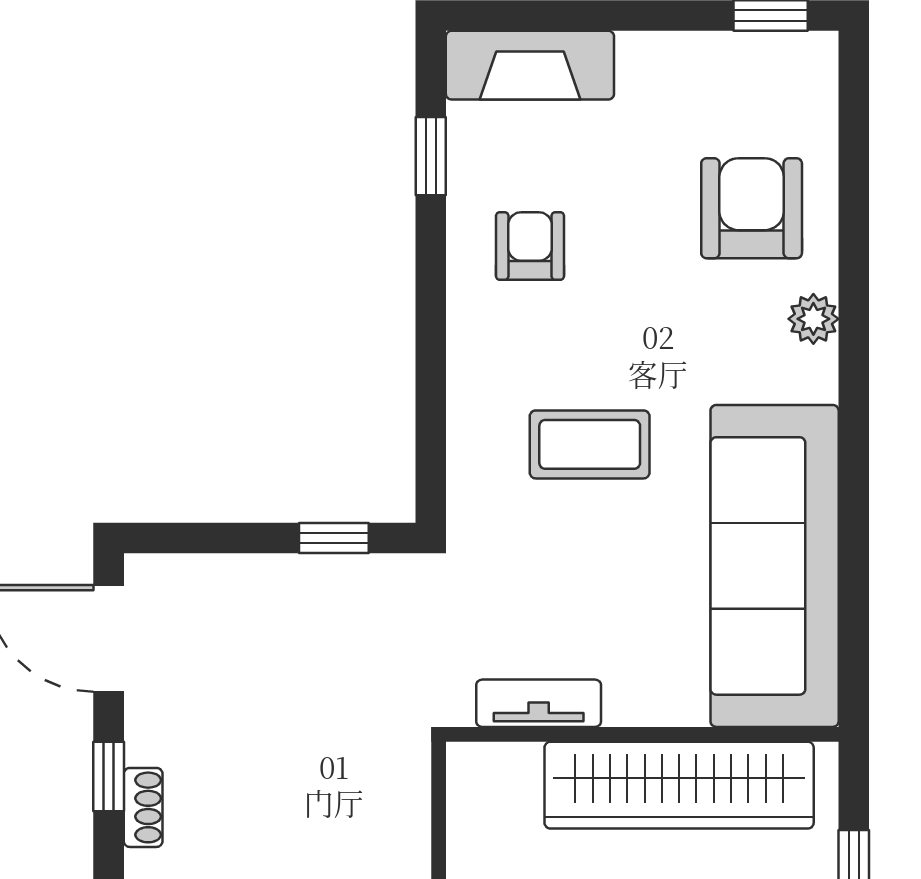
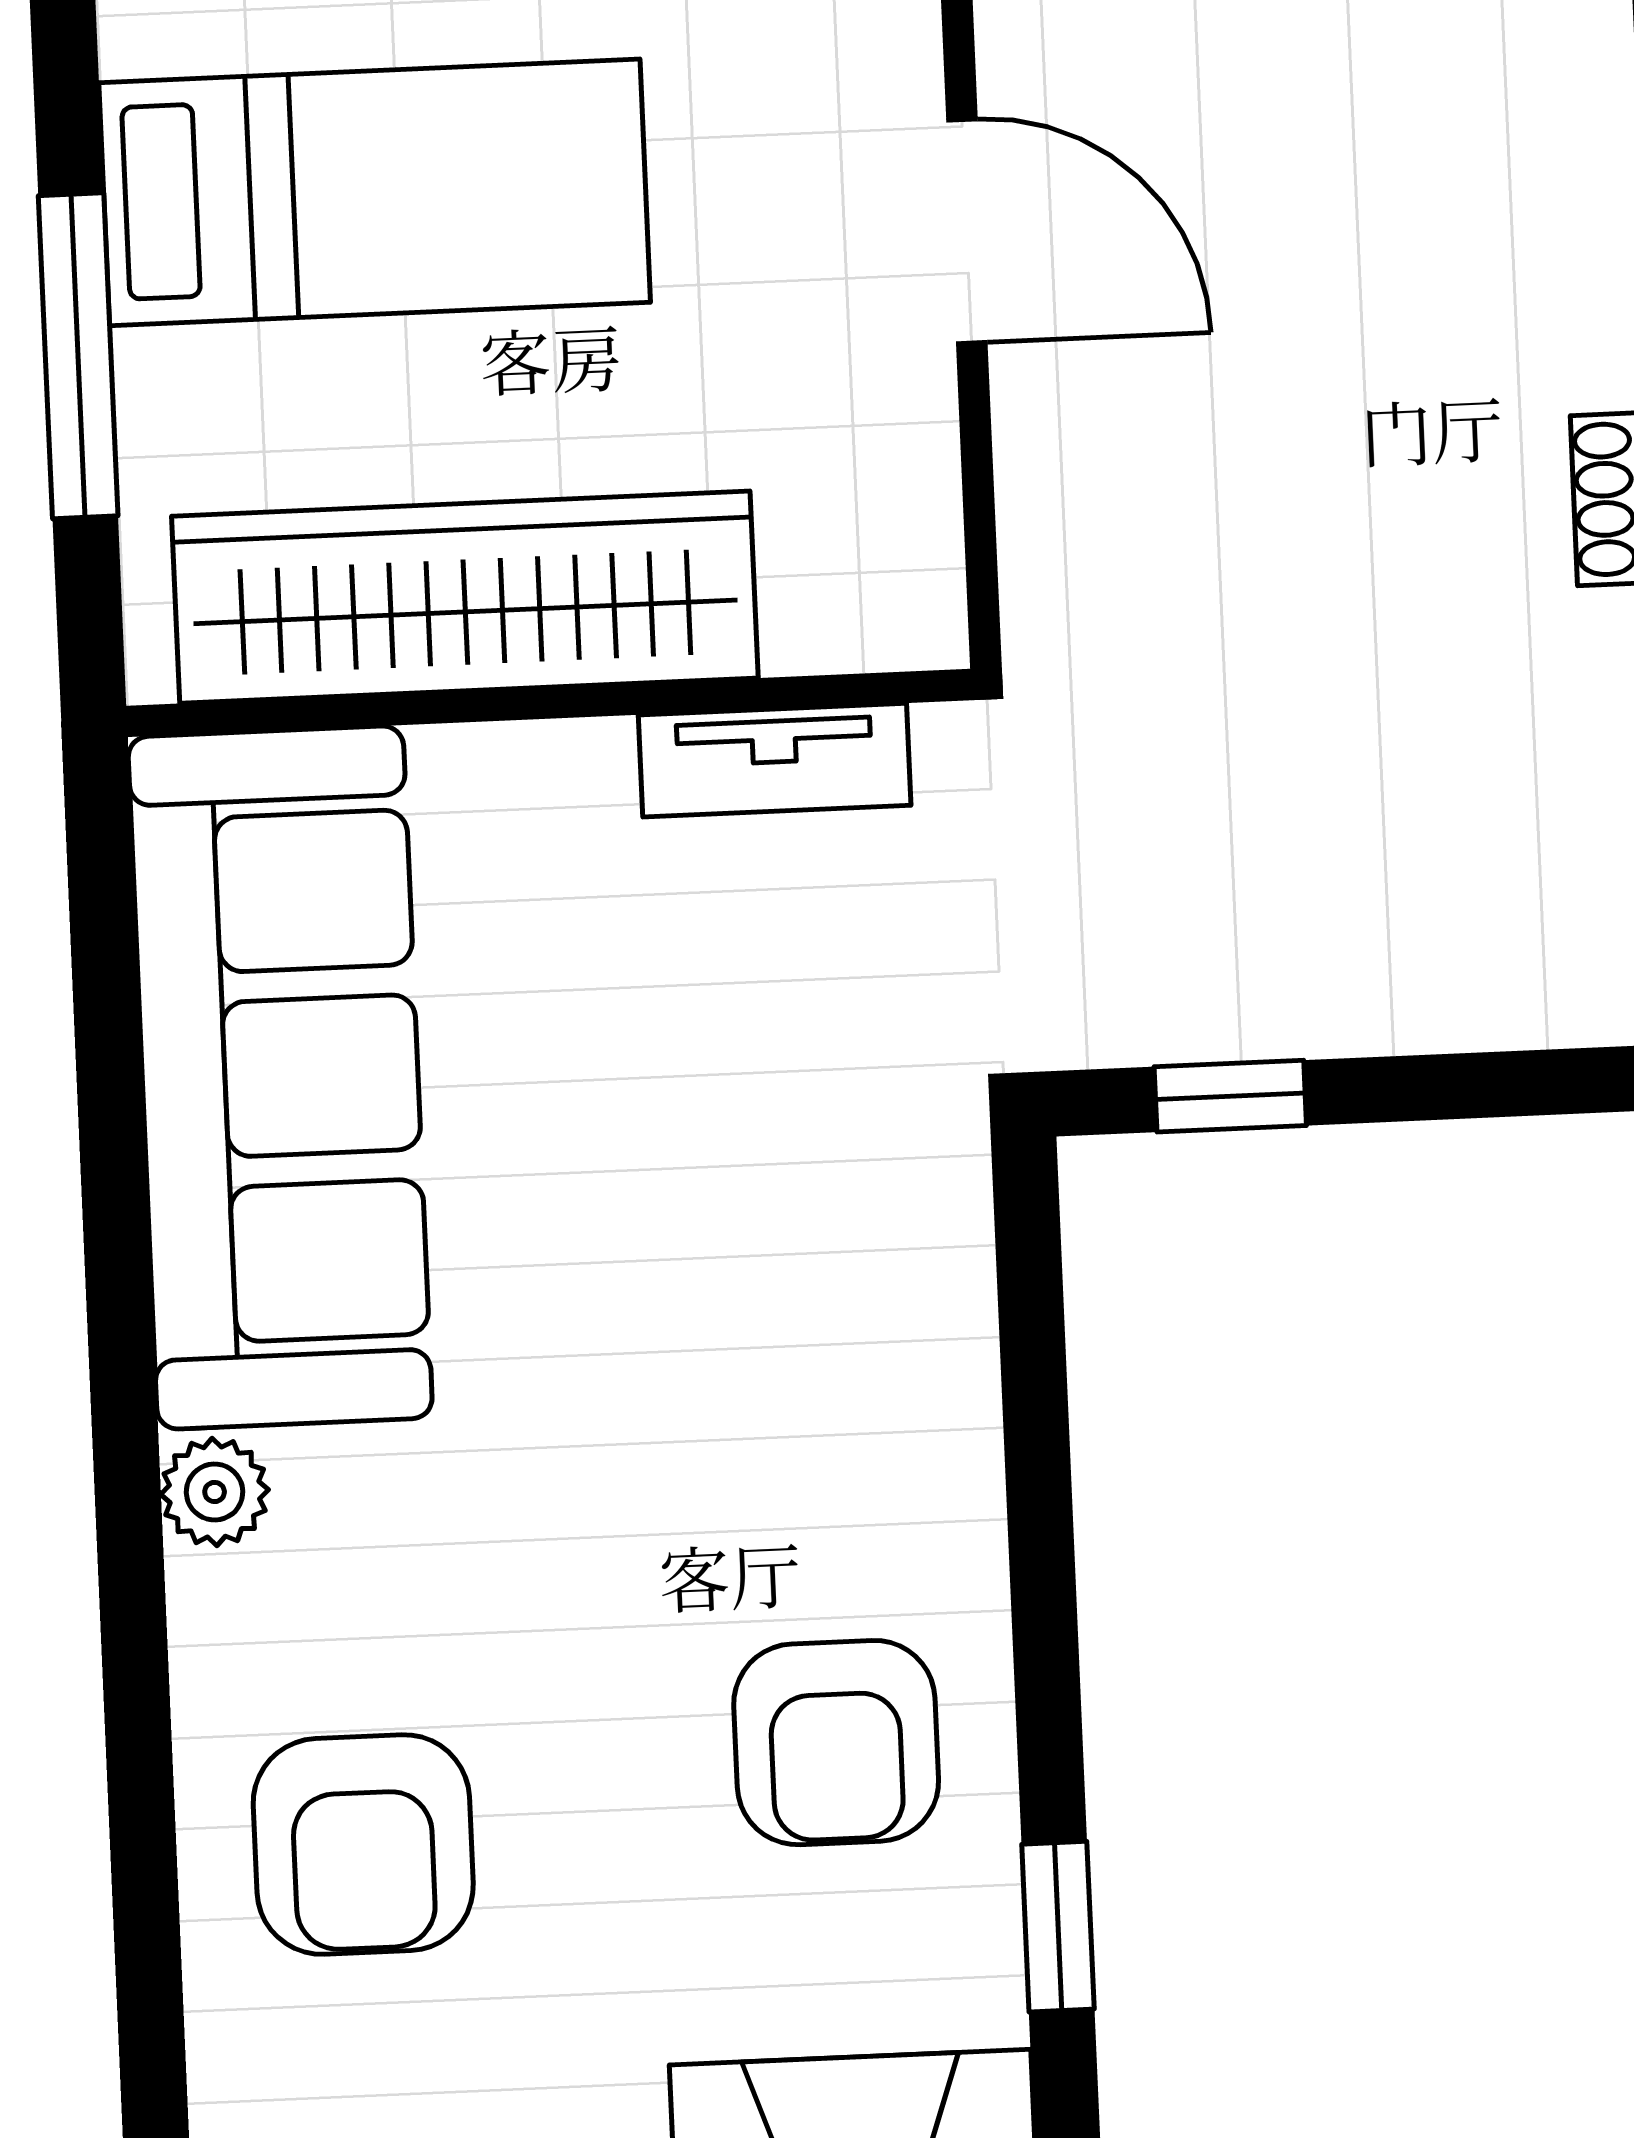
armchair: (530, 246) -> (836, 1743), width x1.38, depth x1.38
plant: (813, 319) -> (215, 1492), moved
coffee table: (590, 444) -> (689, 1321), removed

